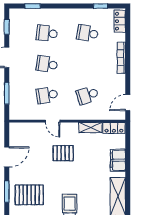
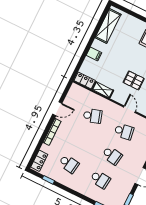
door: (128, 103) -> (57, 109), moved
filing cabinet: (118, 160) -> (94, 54), width x0.50

